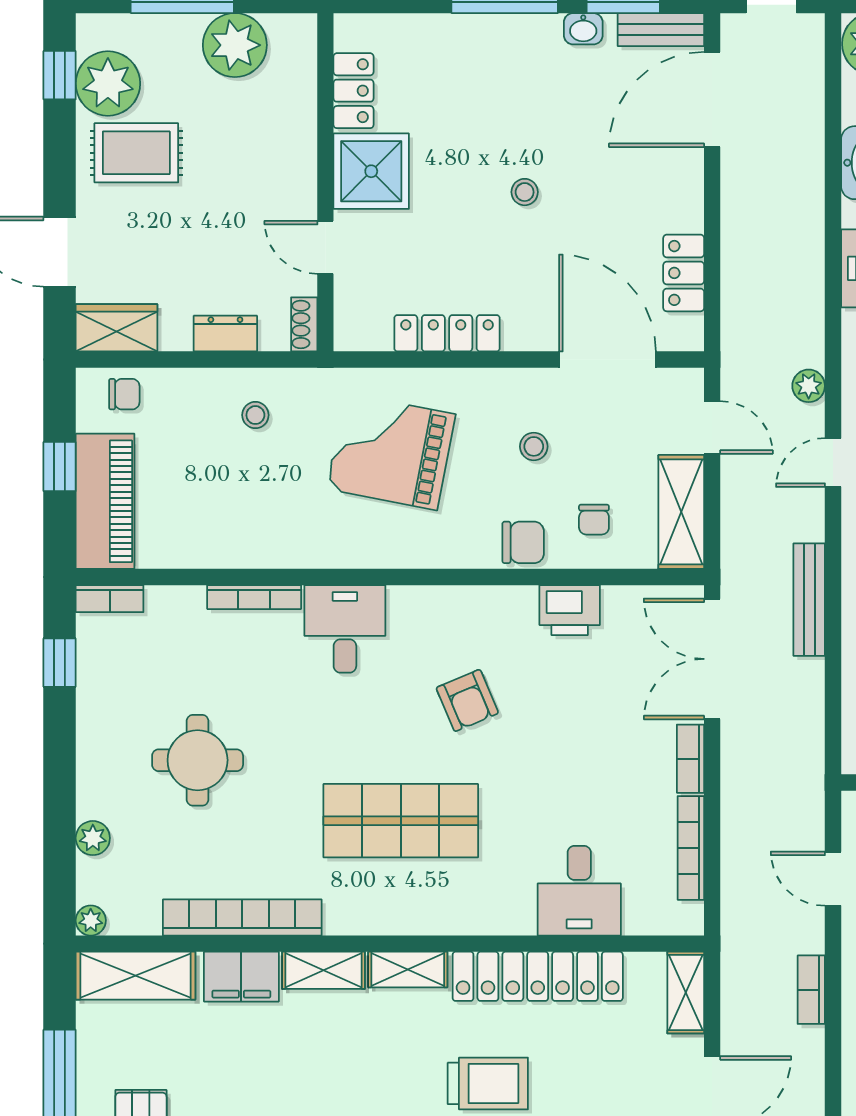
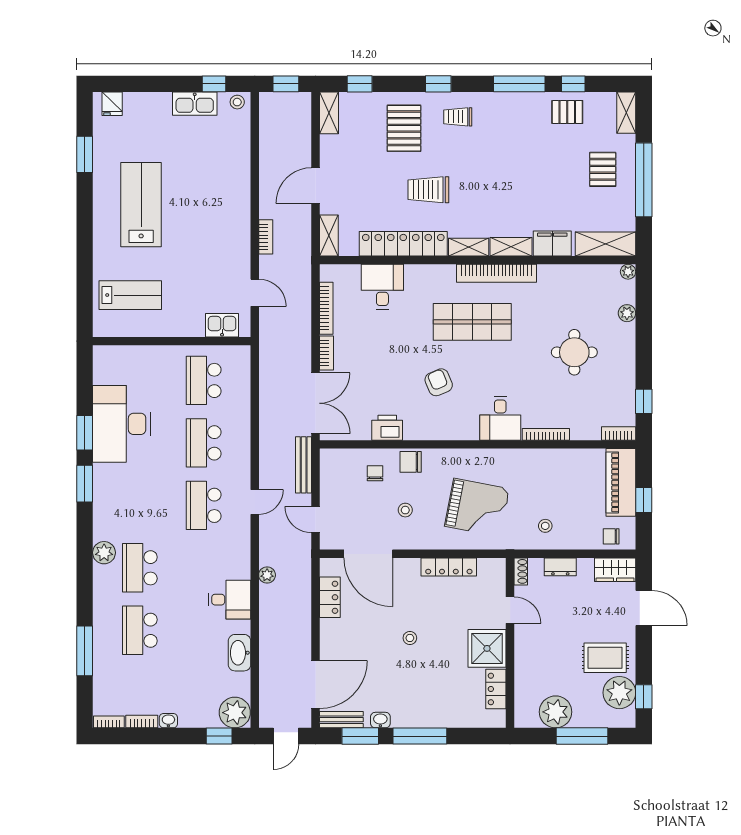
plant: (809, 386) -> (267, 575), moved
shelving: (681, 512) -> (331, 477), removed
bench: (809, 600) -> (304, 465), moved
bookcase: (242, 917) -> (497, 273), moved

